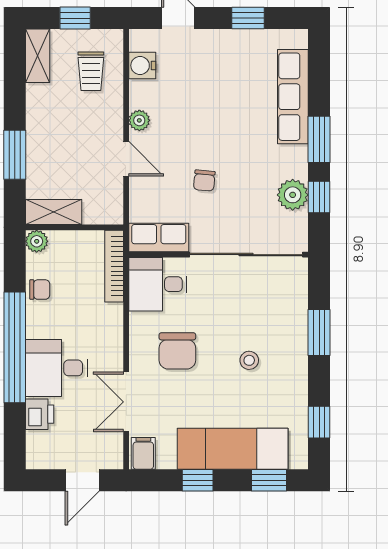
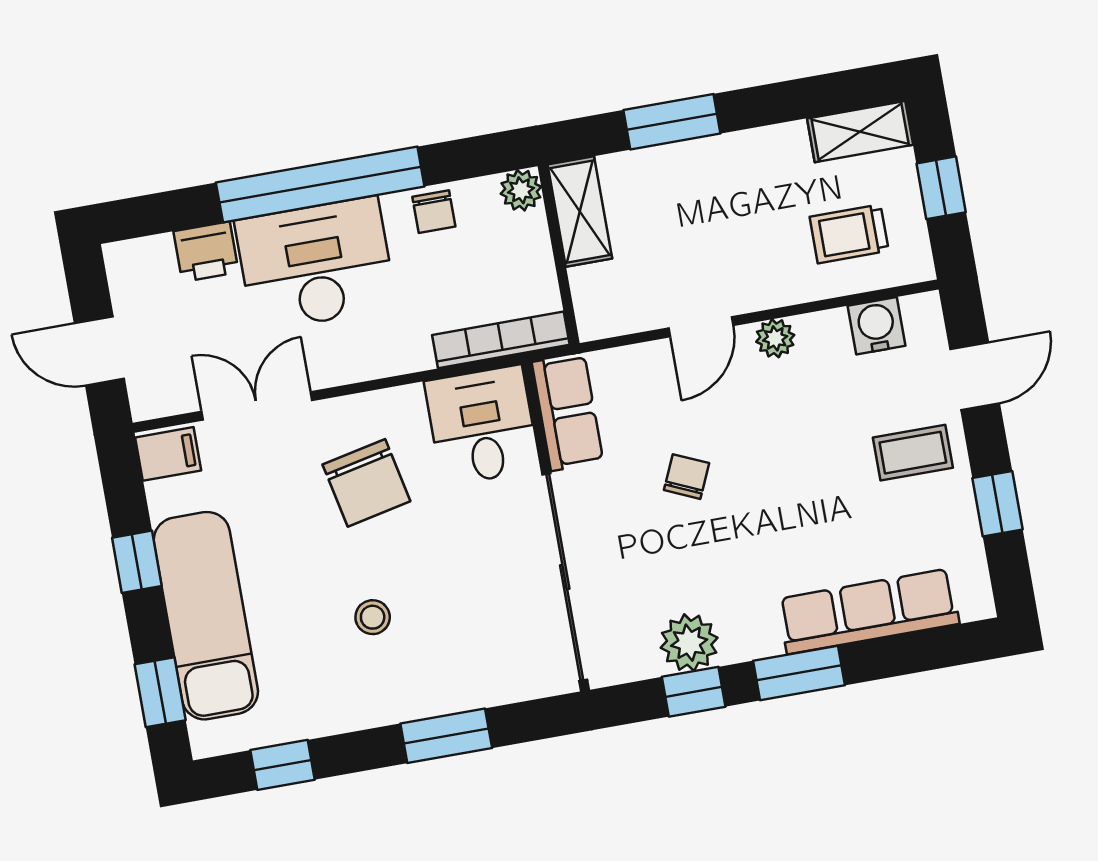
coffee table: (213, 58) -> (913, 453), added
chair: (204, 181) -> (687, 477), turned 109
chair: (177, 351) -> (366, 483), turned -102
desk: (56, 368) -> (316, 264), width x1.37

